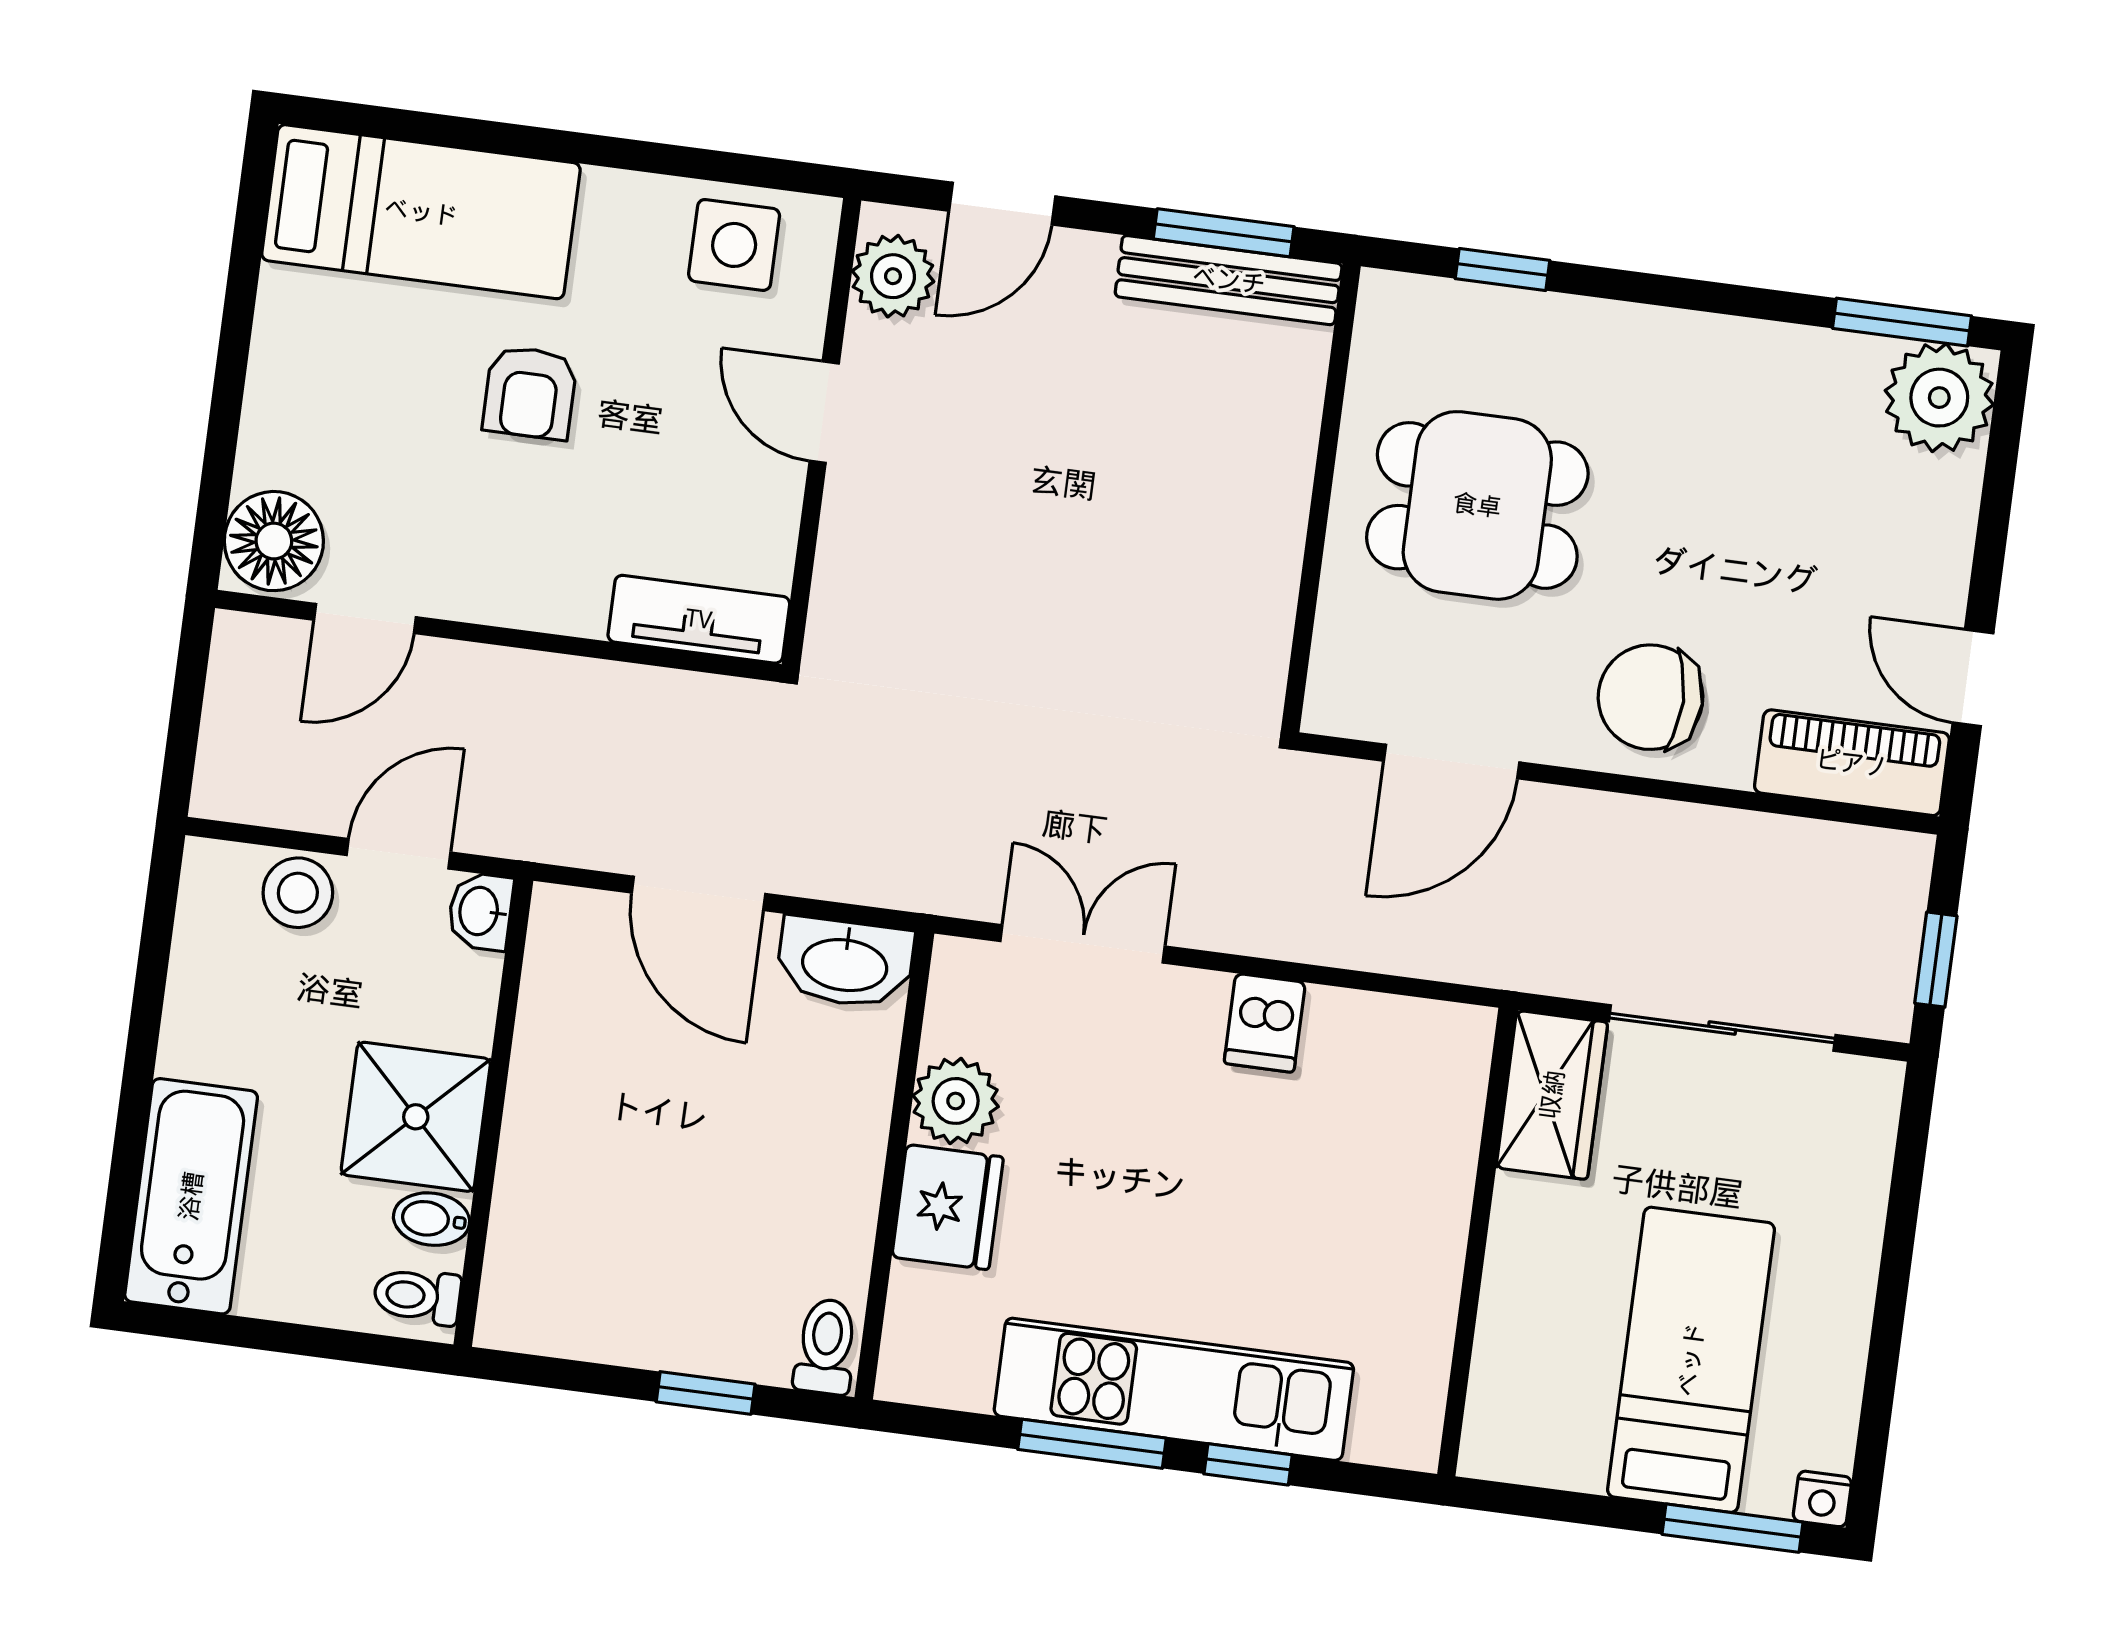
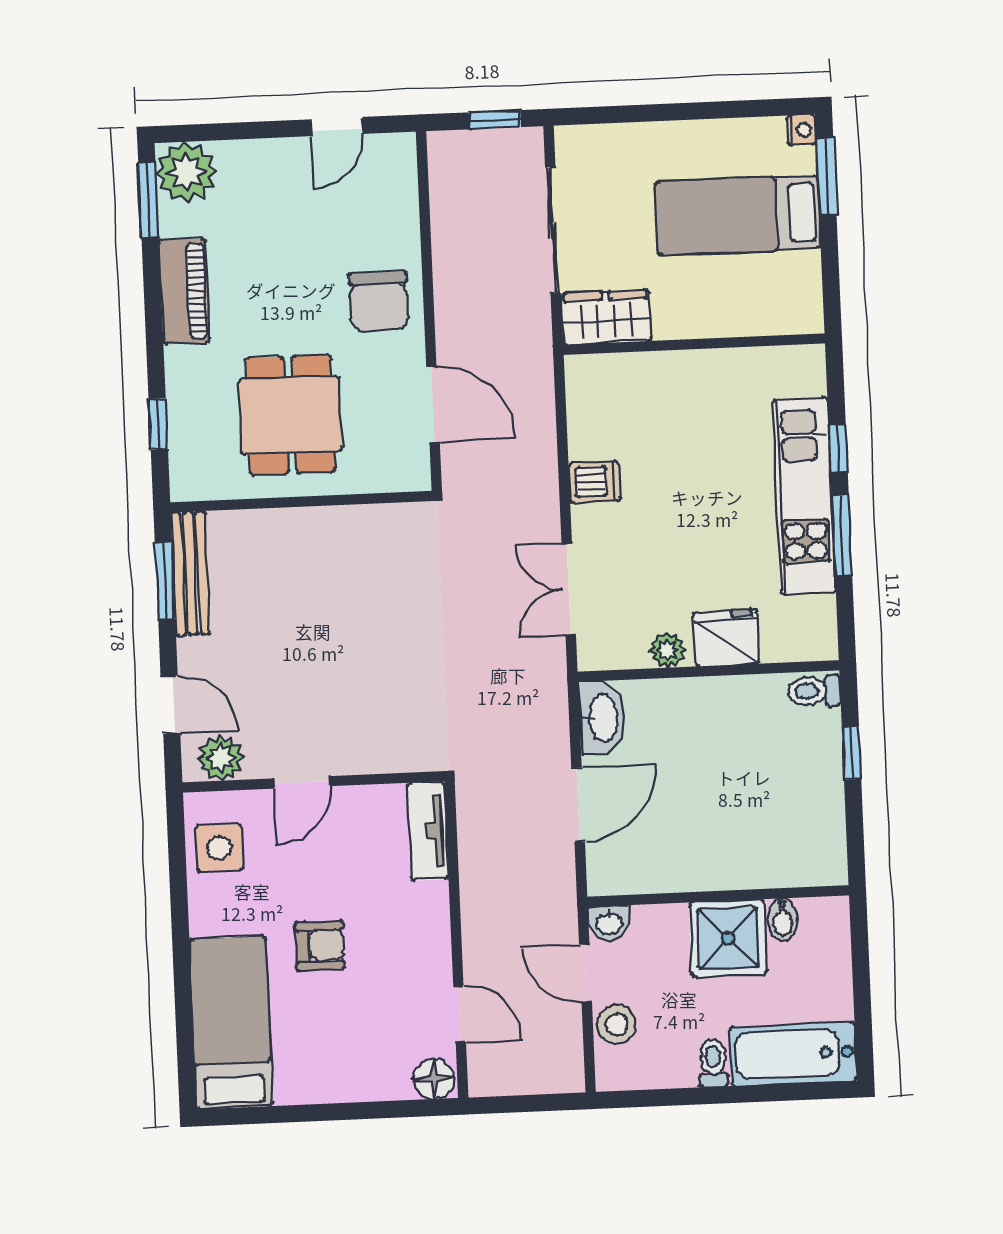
floor lamp: (274, 541) -> (434, 1079), width x0.73, depth x0.73
piano: (1852, 763) -> (184, 291), moved, turned 180
plant: (956, 1101) -> (667, 650), width x0.73, depth x0.73
toilet: (417, 1296) -> (713, 1063), moved, turned 180

